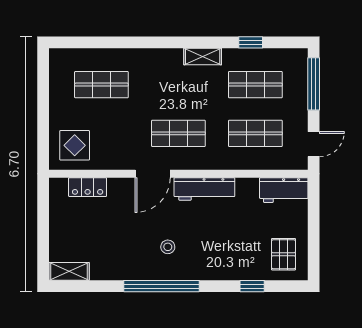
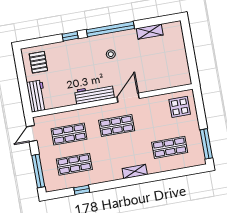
shelving: (203, 57) -> (135, 171), moved
window: (43, 80) -> (206, 144), added
locker: (88, 187) -> (167, 82), removed
workbench: (284, 190) -> (37, 96), moved, turned 90
shelving: (69, 271) -> (150, 32), moved
window: (252, 286) -> (70, 36), moved

